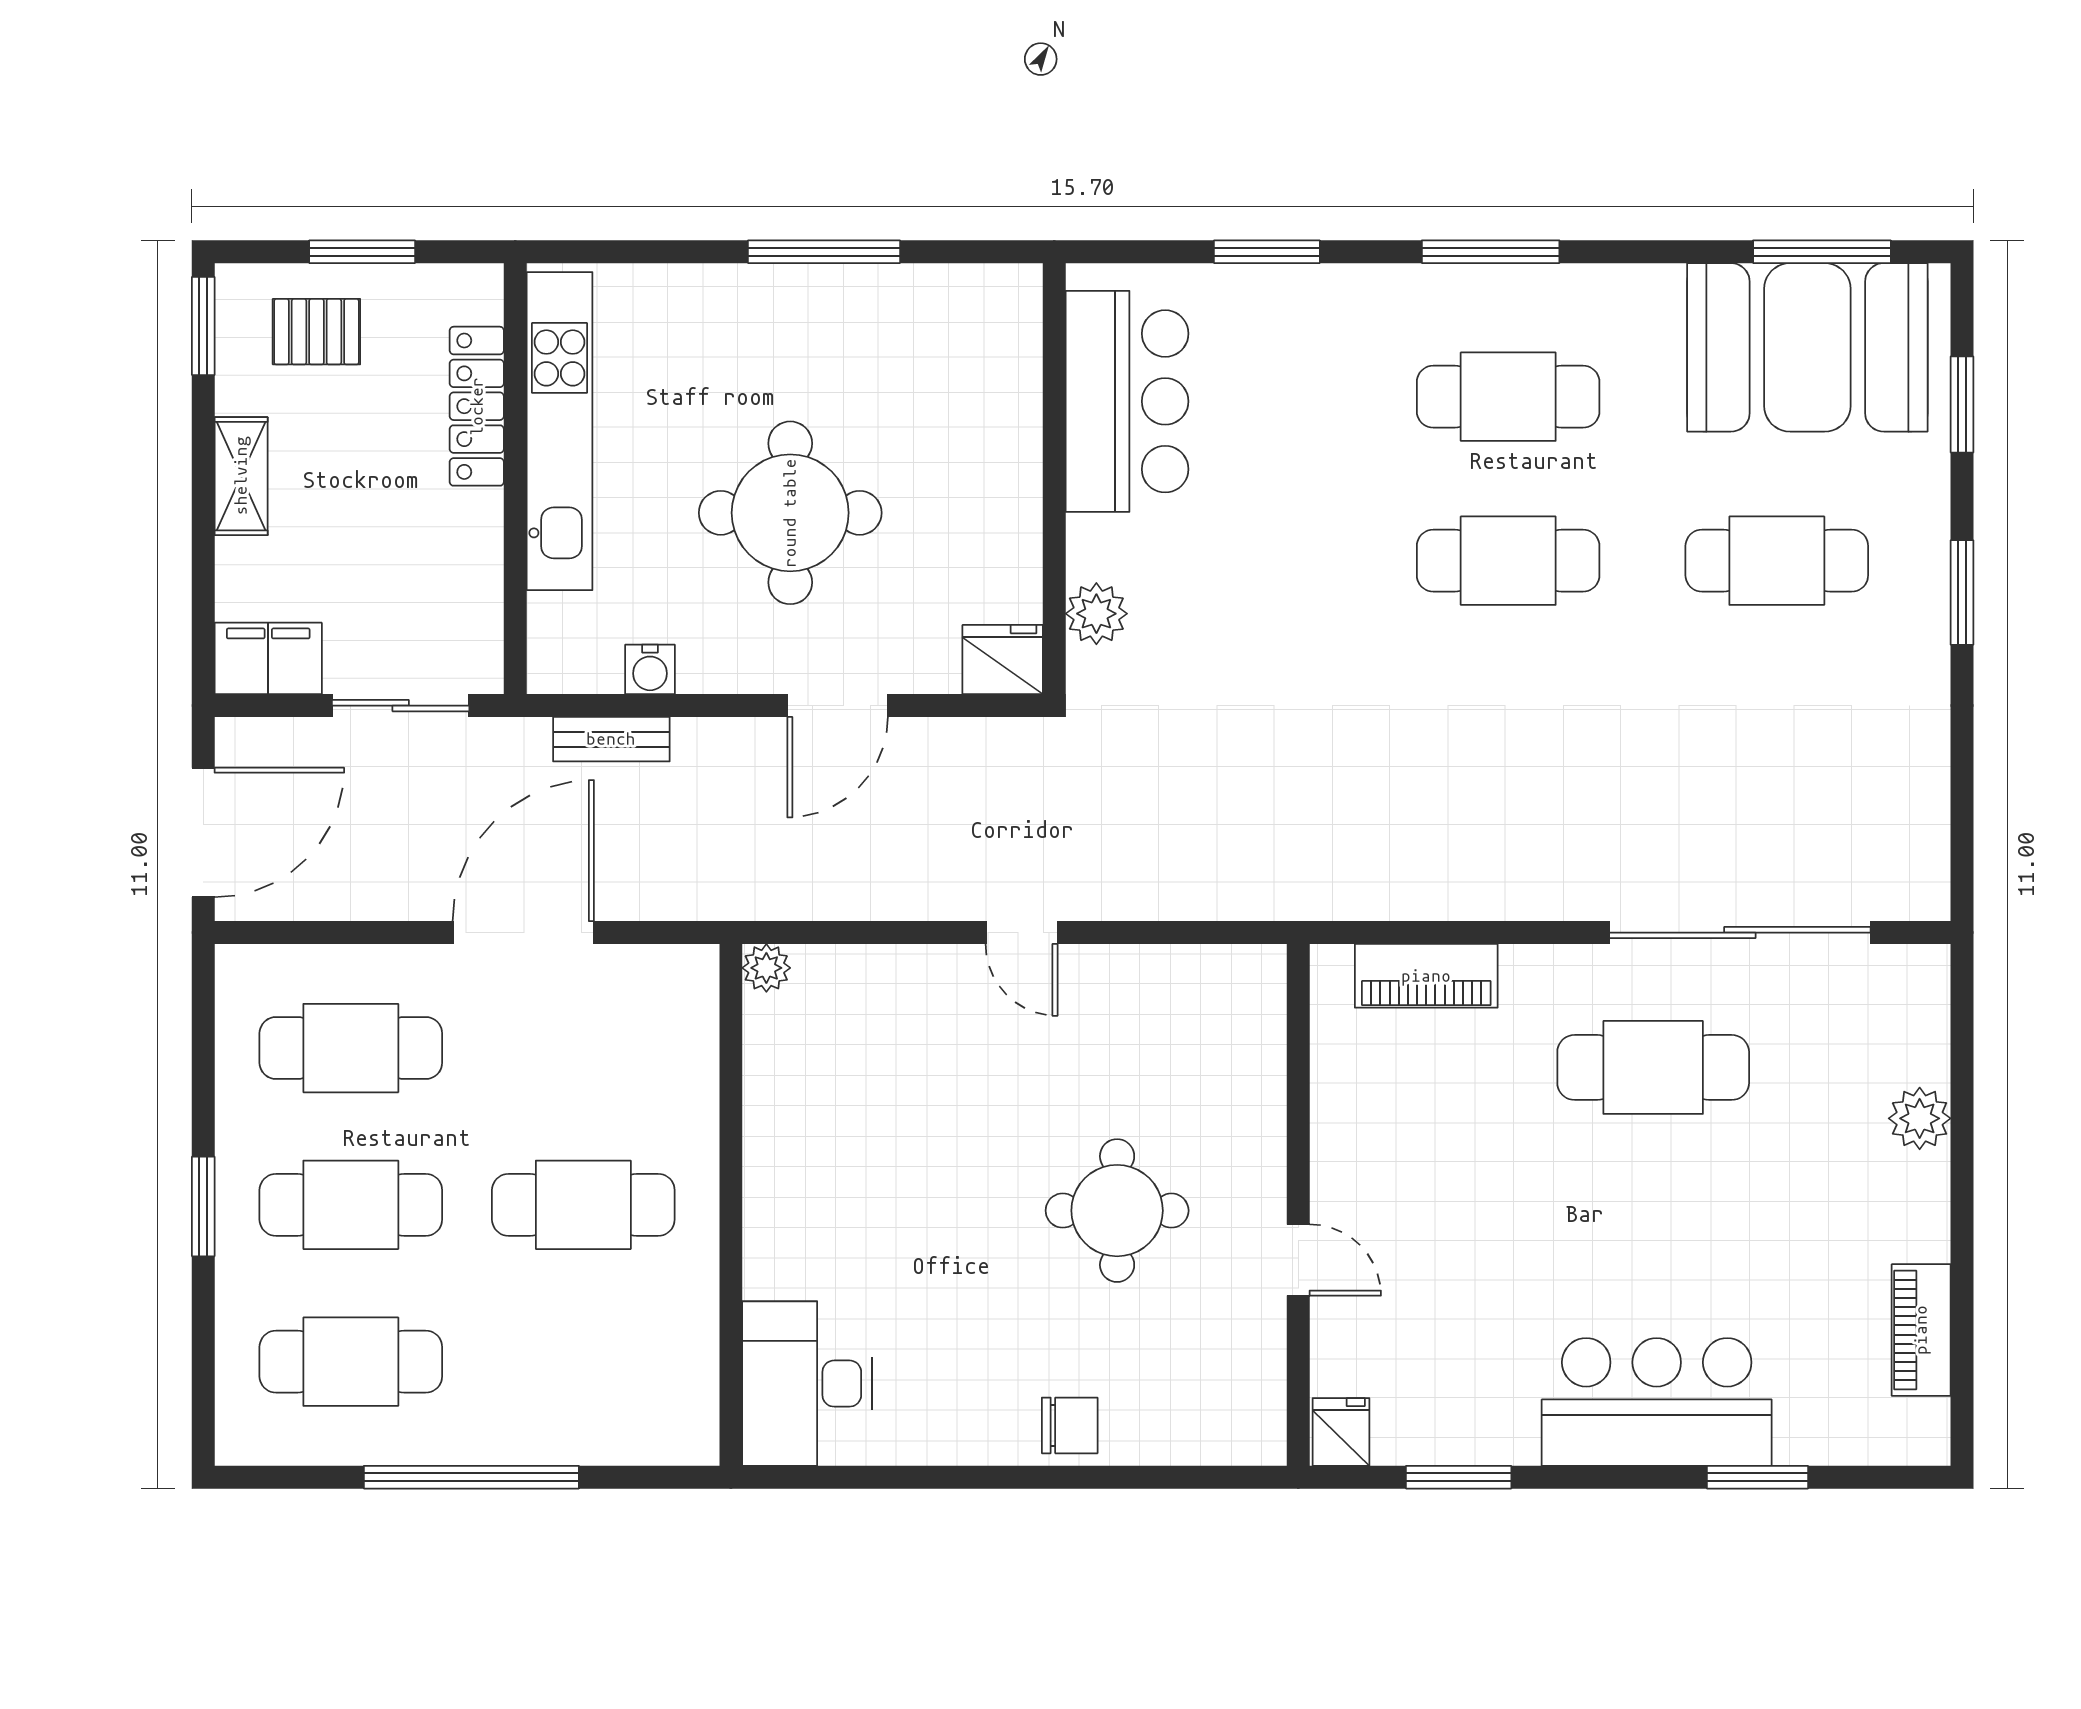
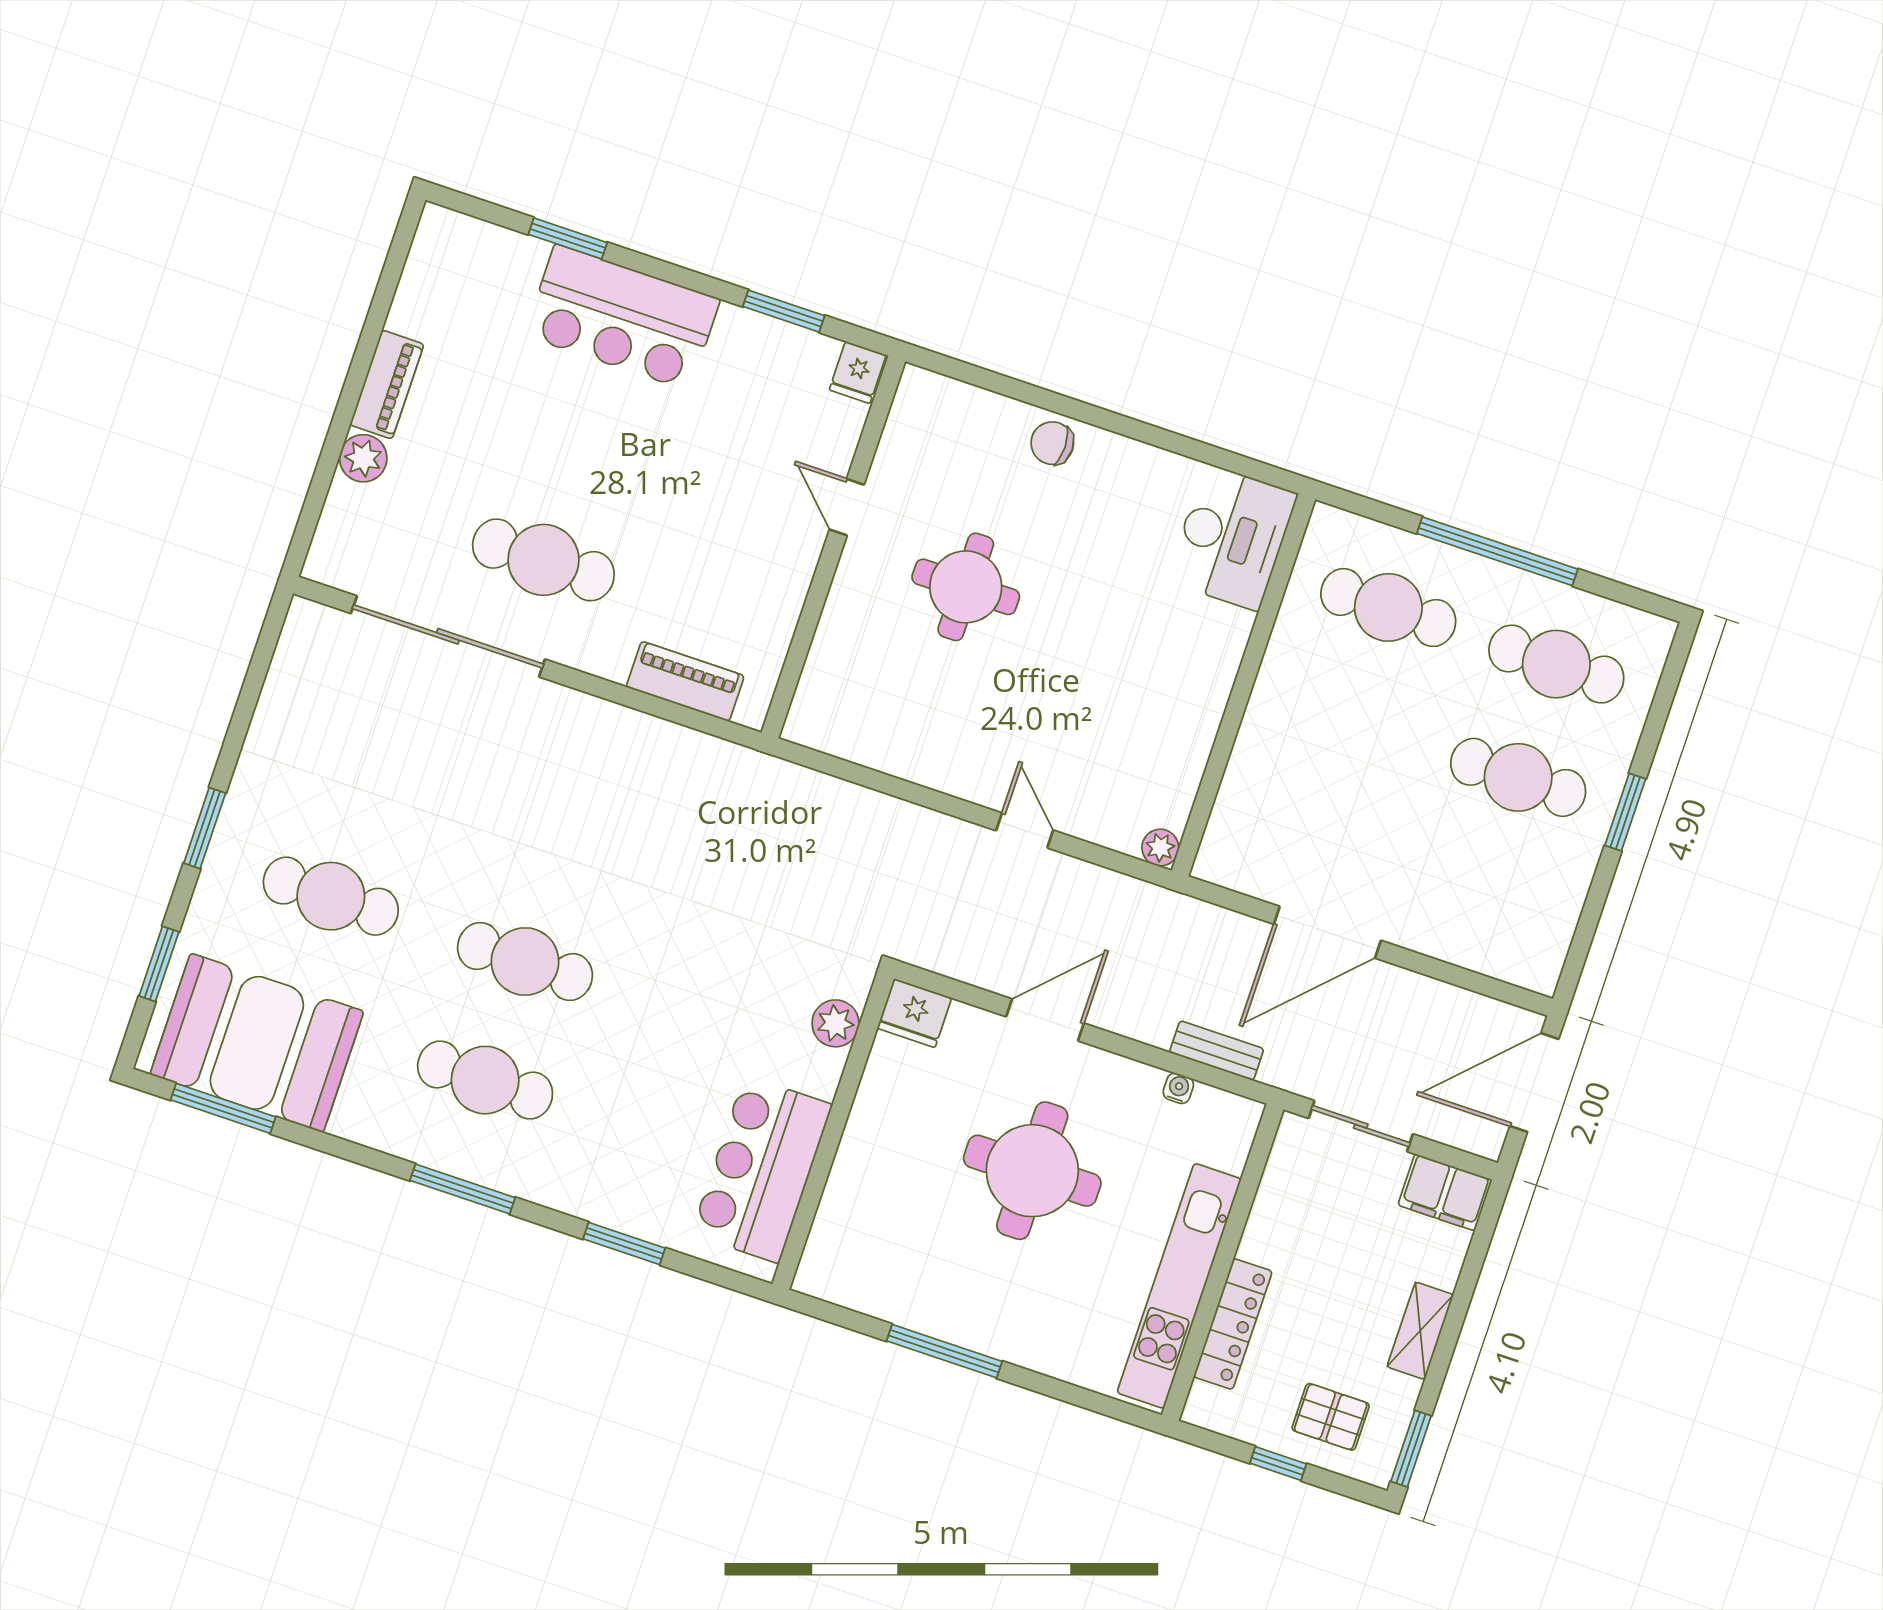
window: (362, 252) -> (1278, 1464), width x0.67
water cooler: (650, 669) -> (1178, 1088), width x0.72, depth x0.72
door: (1022, 933) -> (1025, 830), moved
cafe table: (351, 1048) -> (1480, 891), removed
cafe table: (583, 1205) -> (1388, 607), moved
piano: (1921, 1330) -> (387, 385), moved

